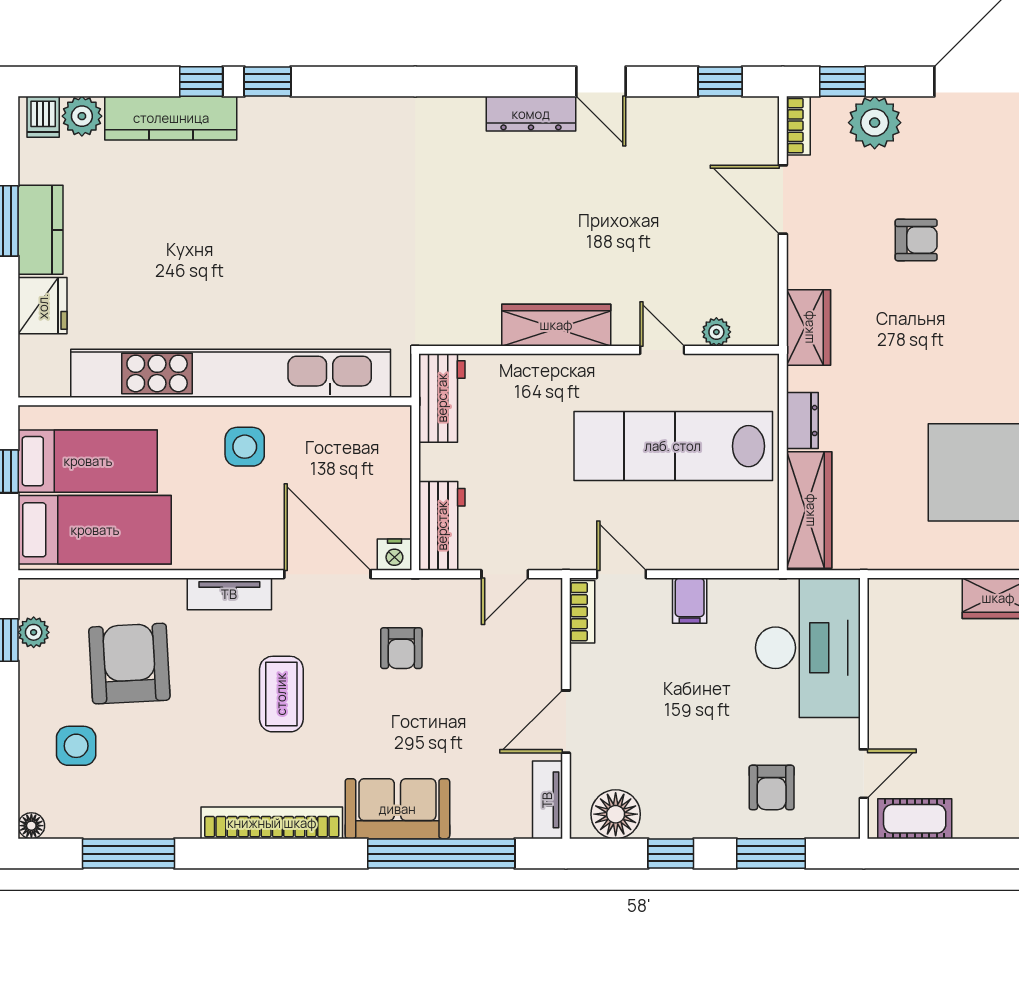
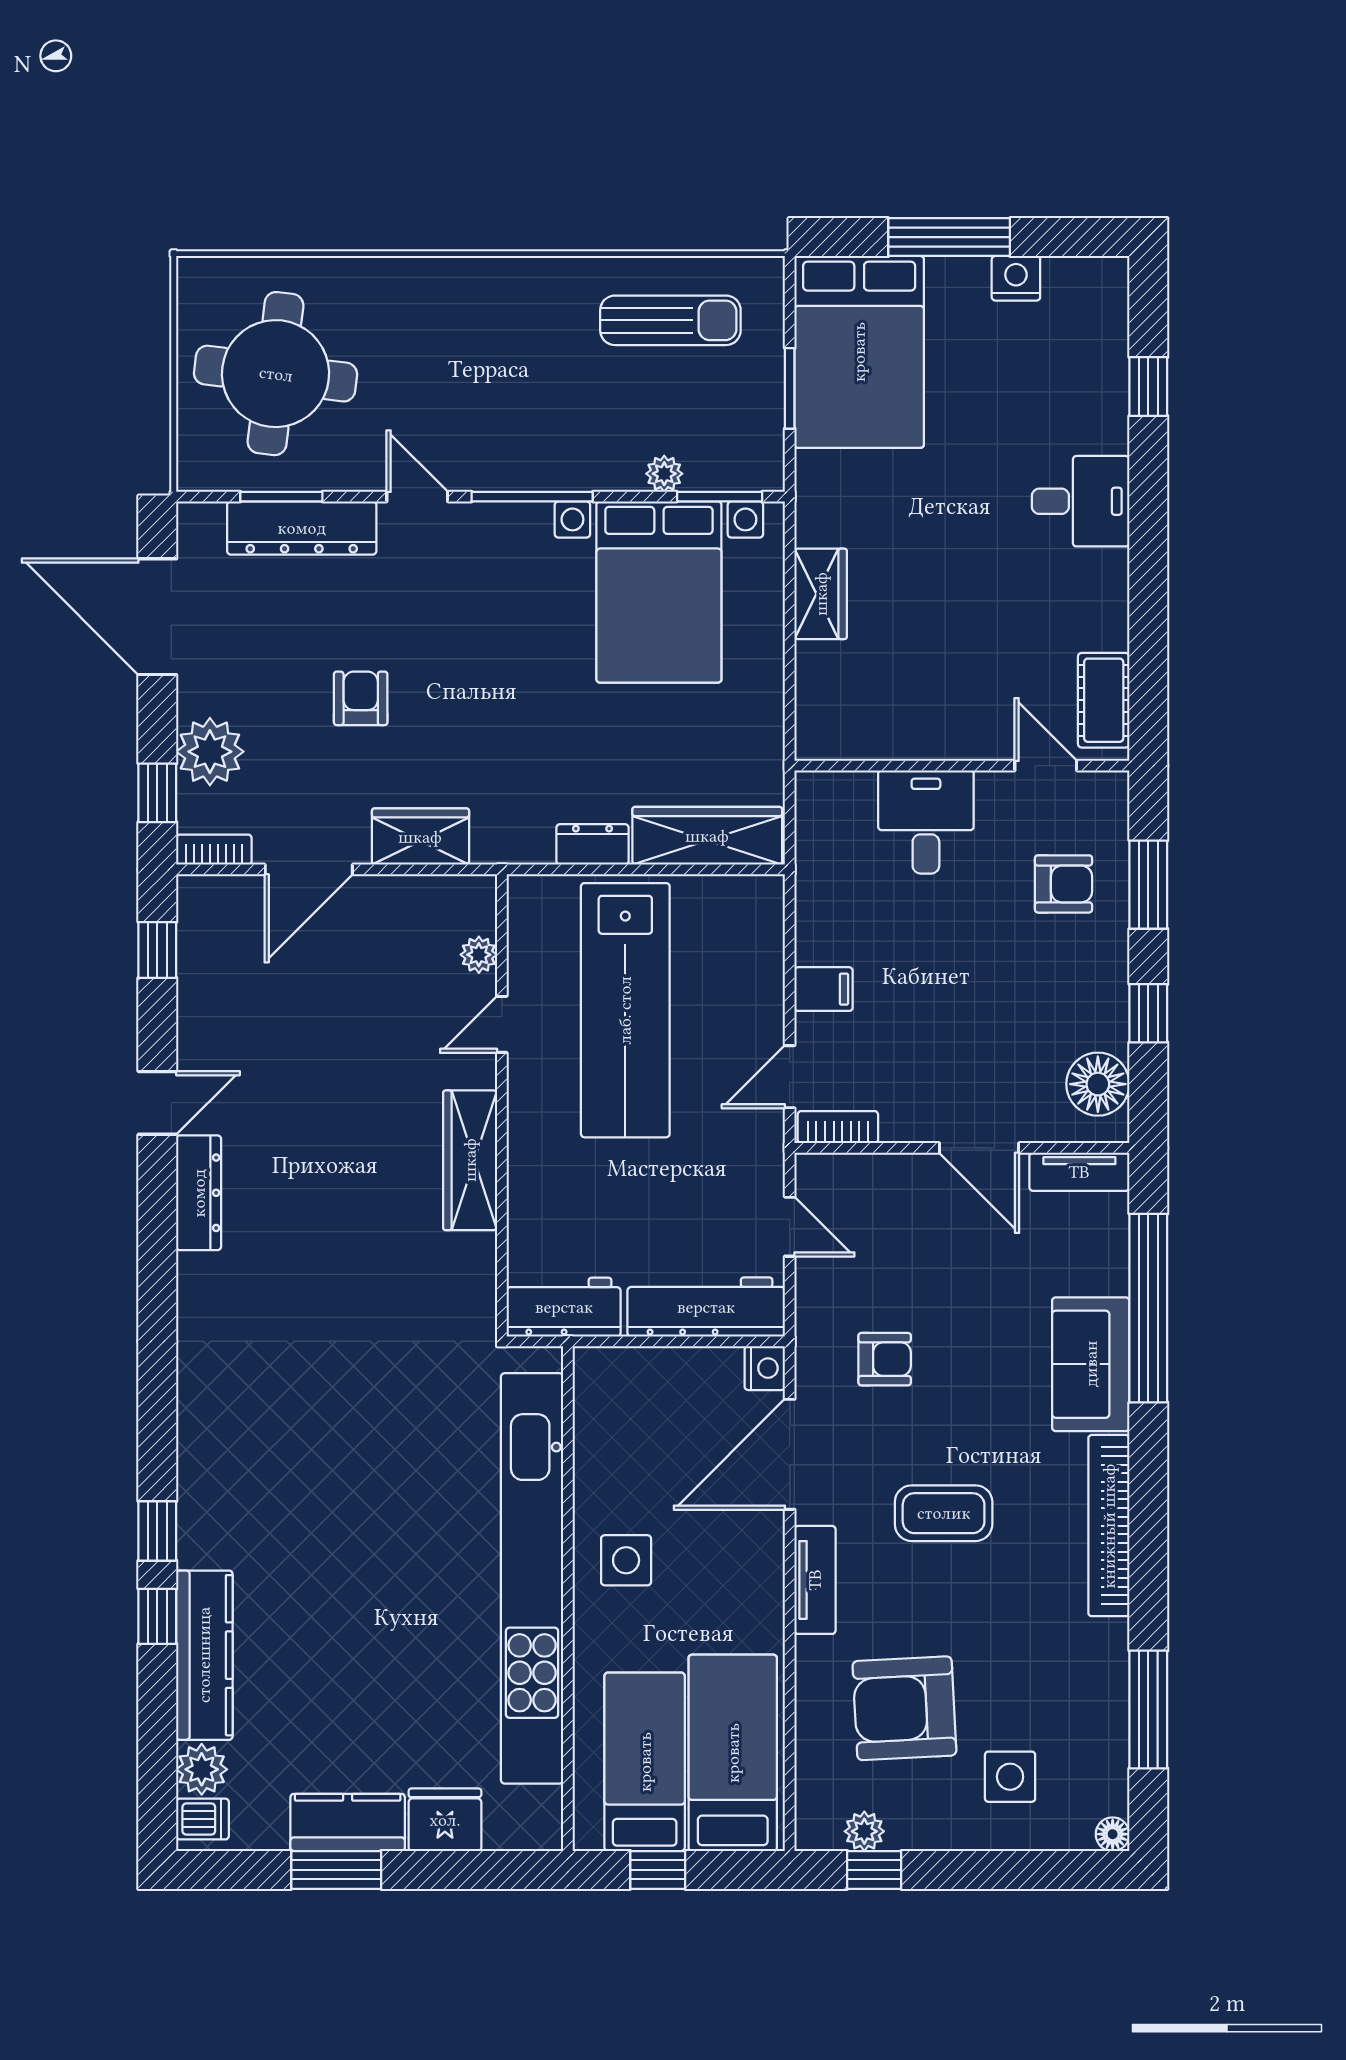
wardrobe: (808, 327) -> (420, 837), moved
workbench: (442, 526) -> (706, 1307), width x1.37
desk: (808, 648) -> (926, 822), width x0.53, depth x0.77

